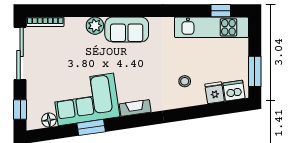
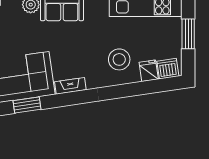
window: (255, 71) -> (188, 34), moved
stool: (185, 81) -> (119, 59), width x1.89, depth x1.89

